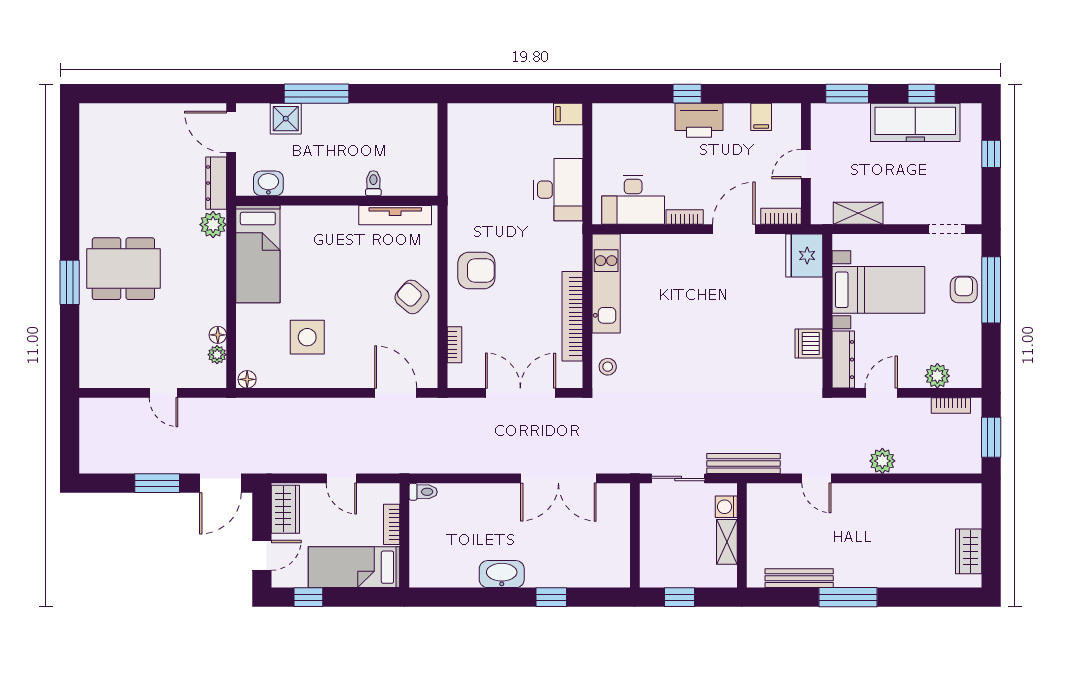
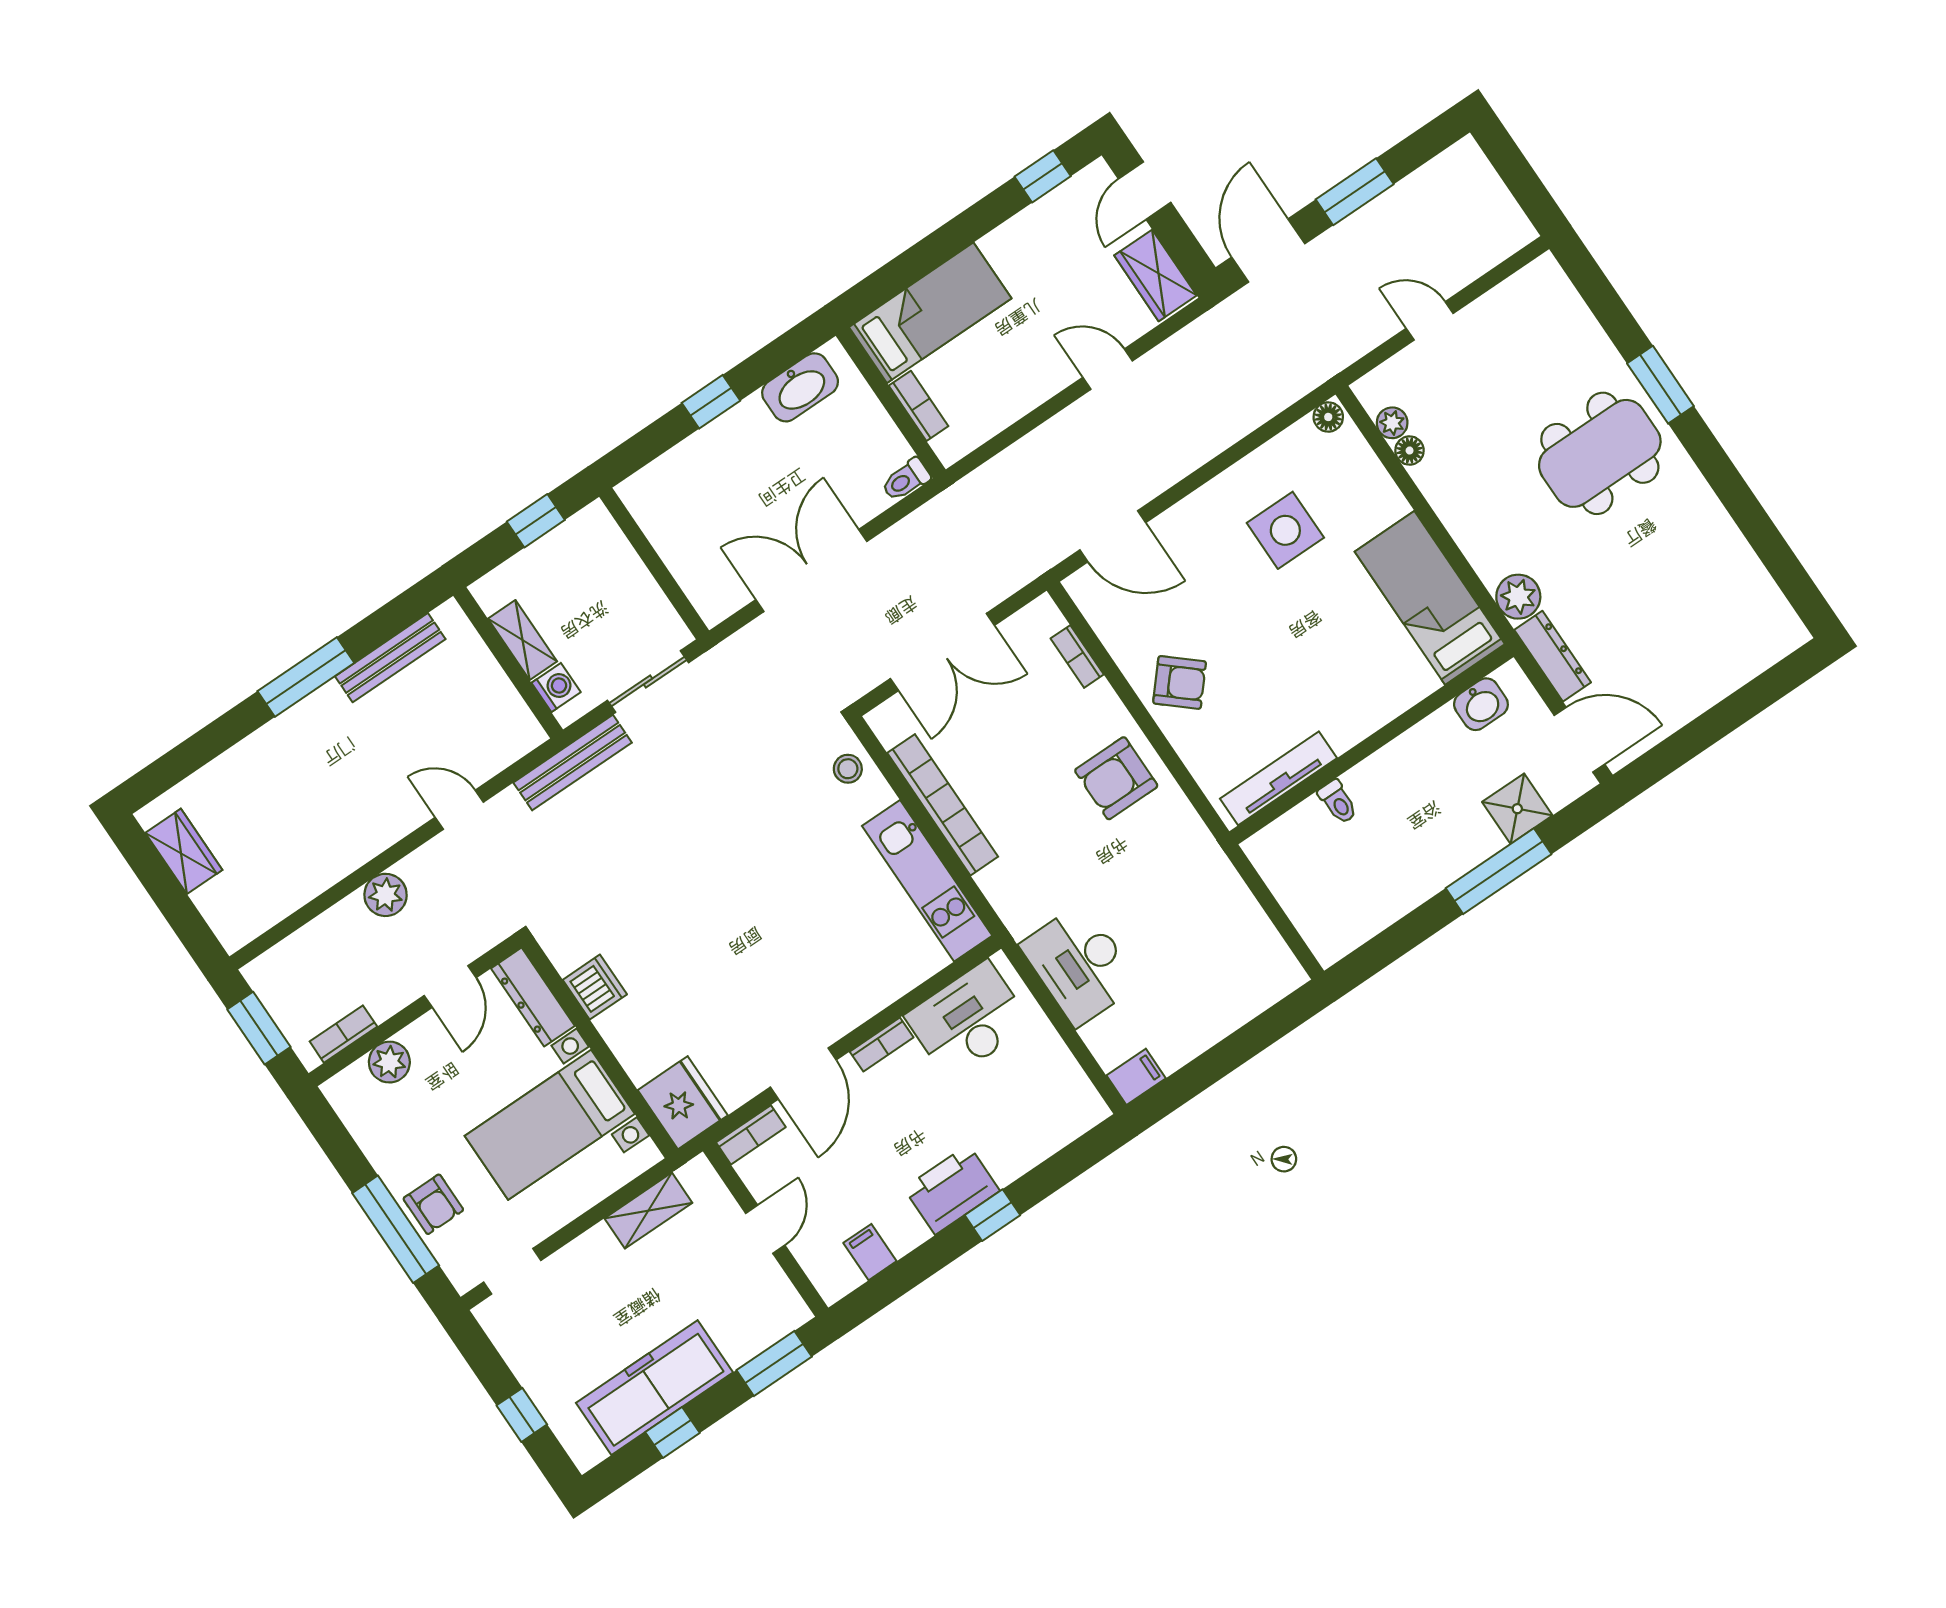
toilet: (423, 492) -> (906, 480), moved
bookcase: (392, 524) -> (919, 406), moved
wall: (404, 535) -> (891, 403), moved
bed: (354, 567) -> (930, 313), moved

